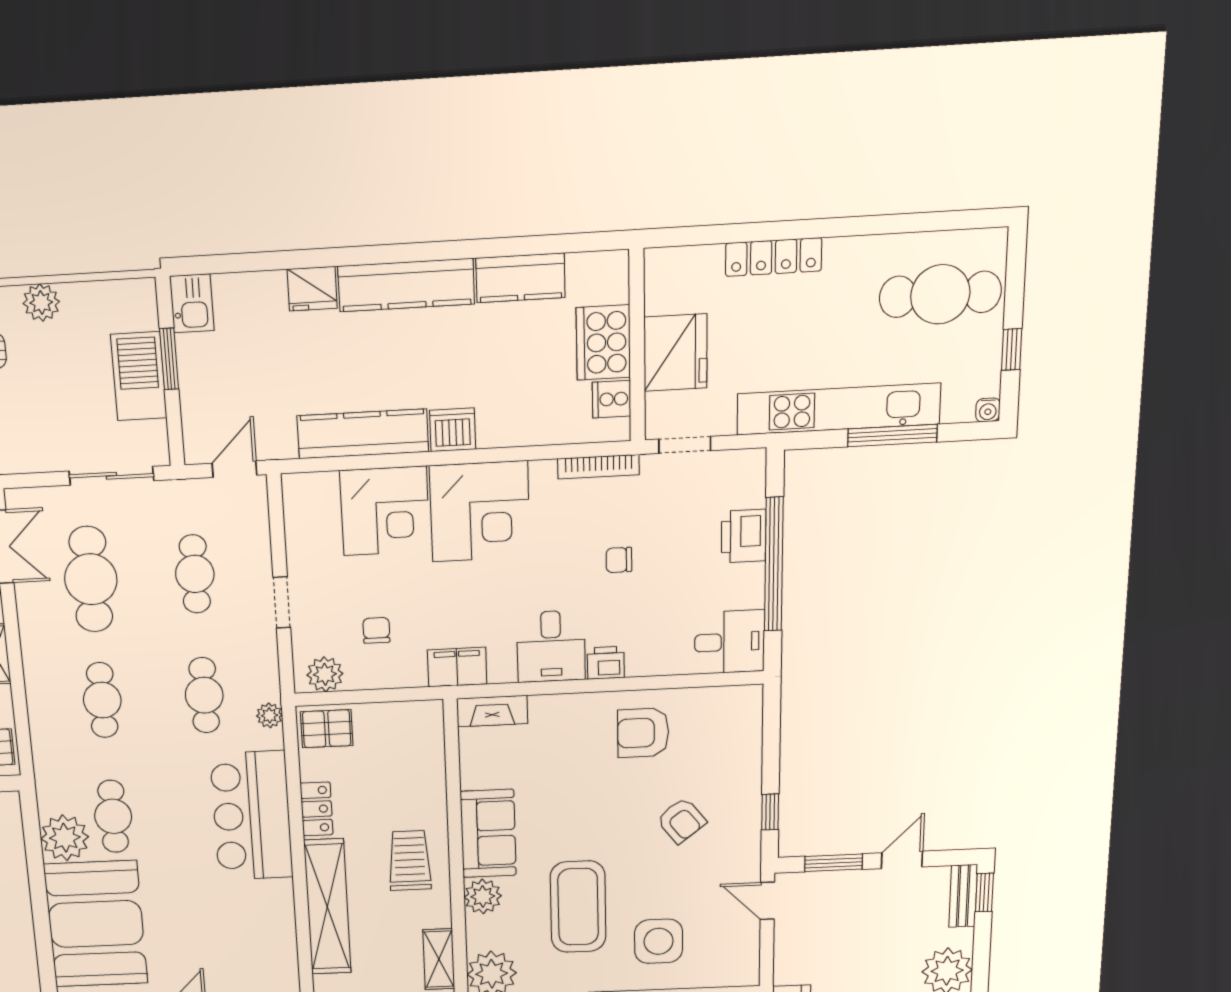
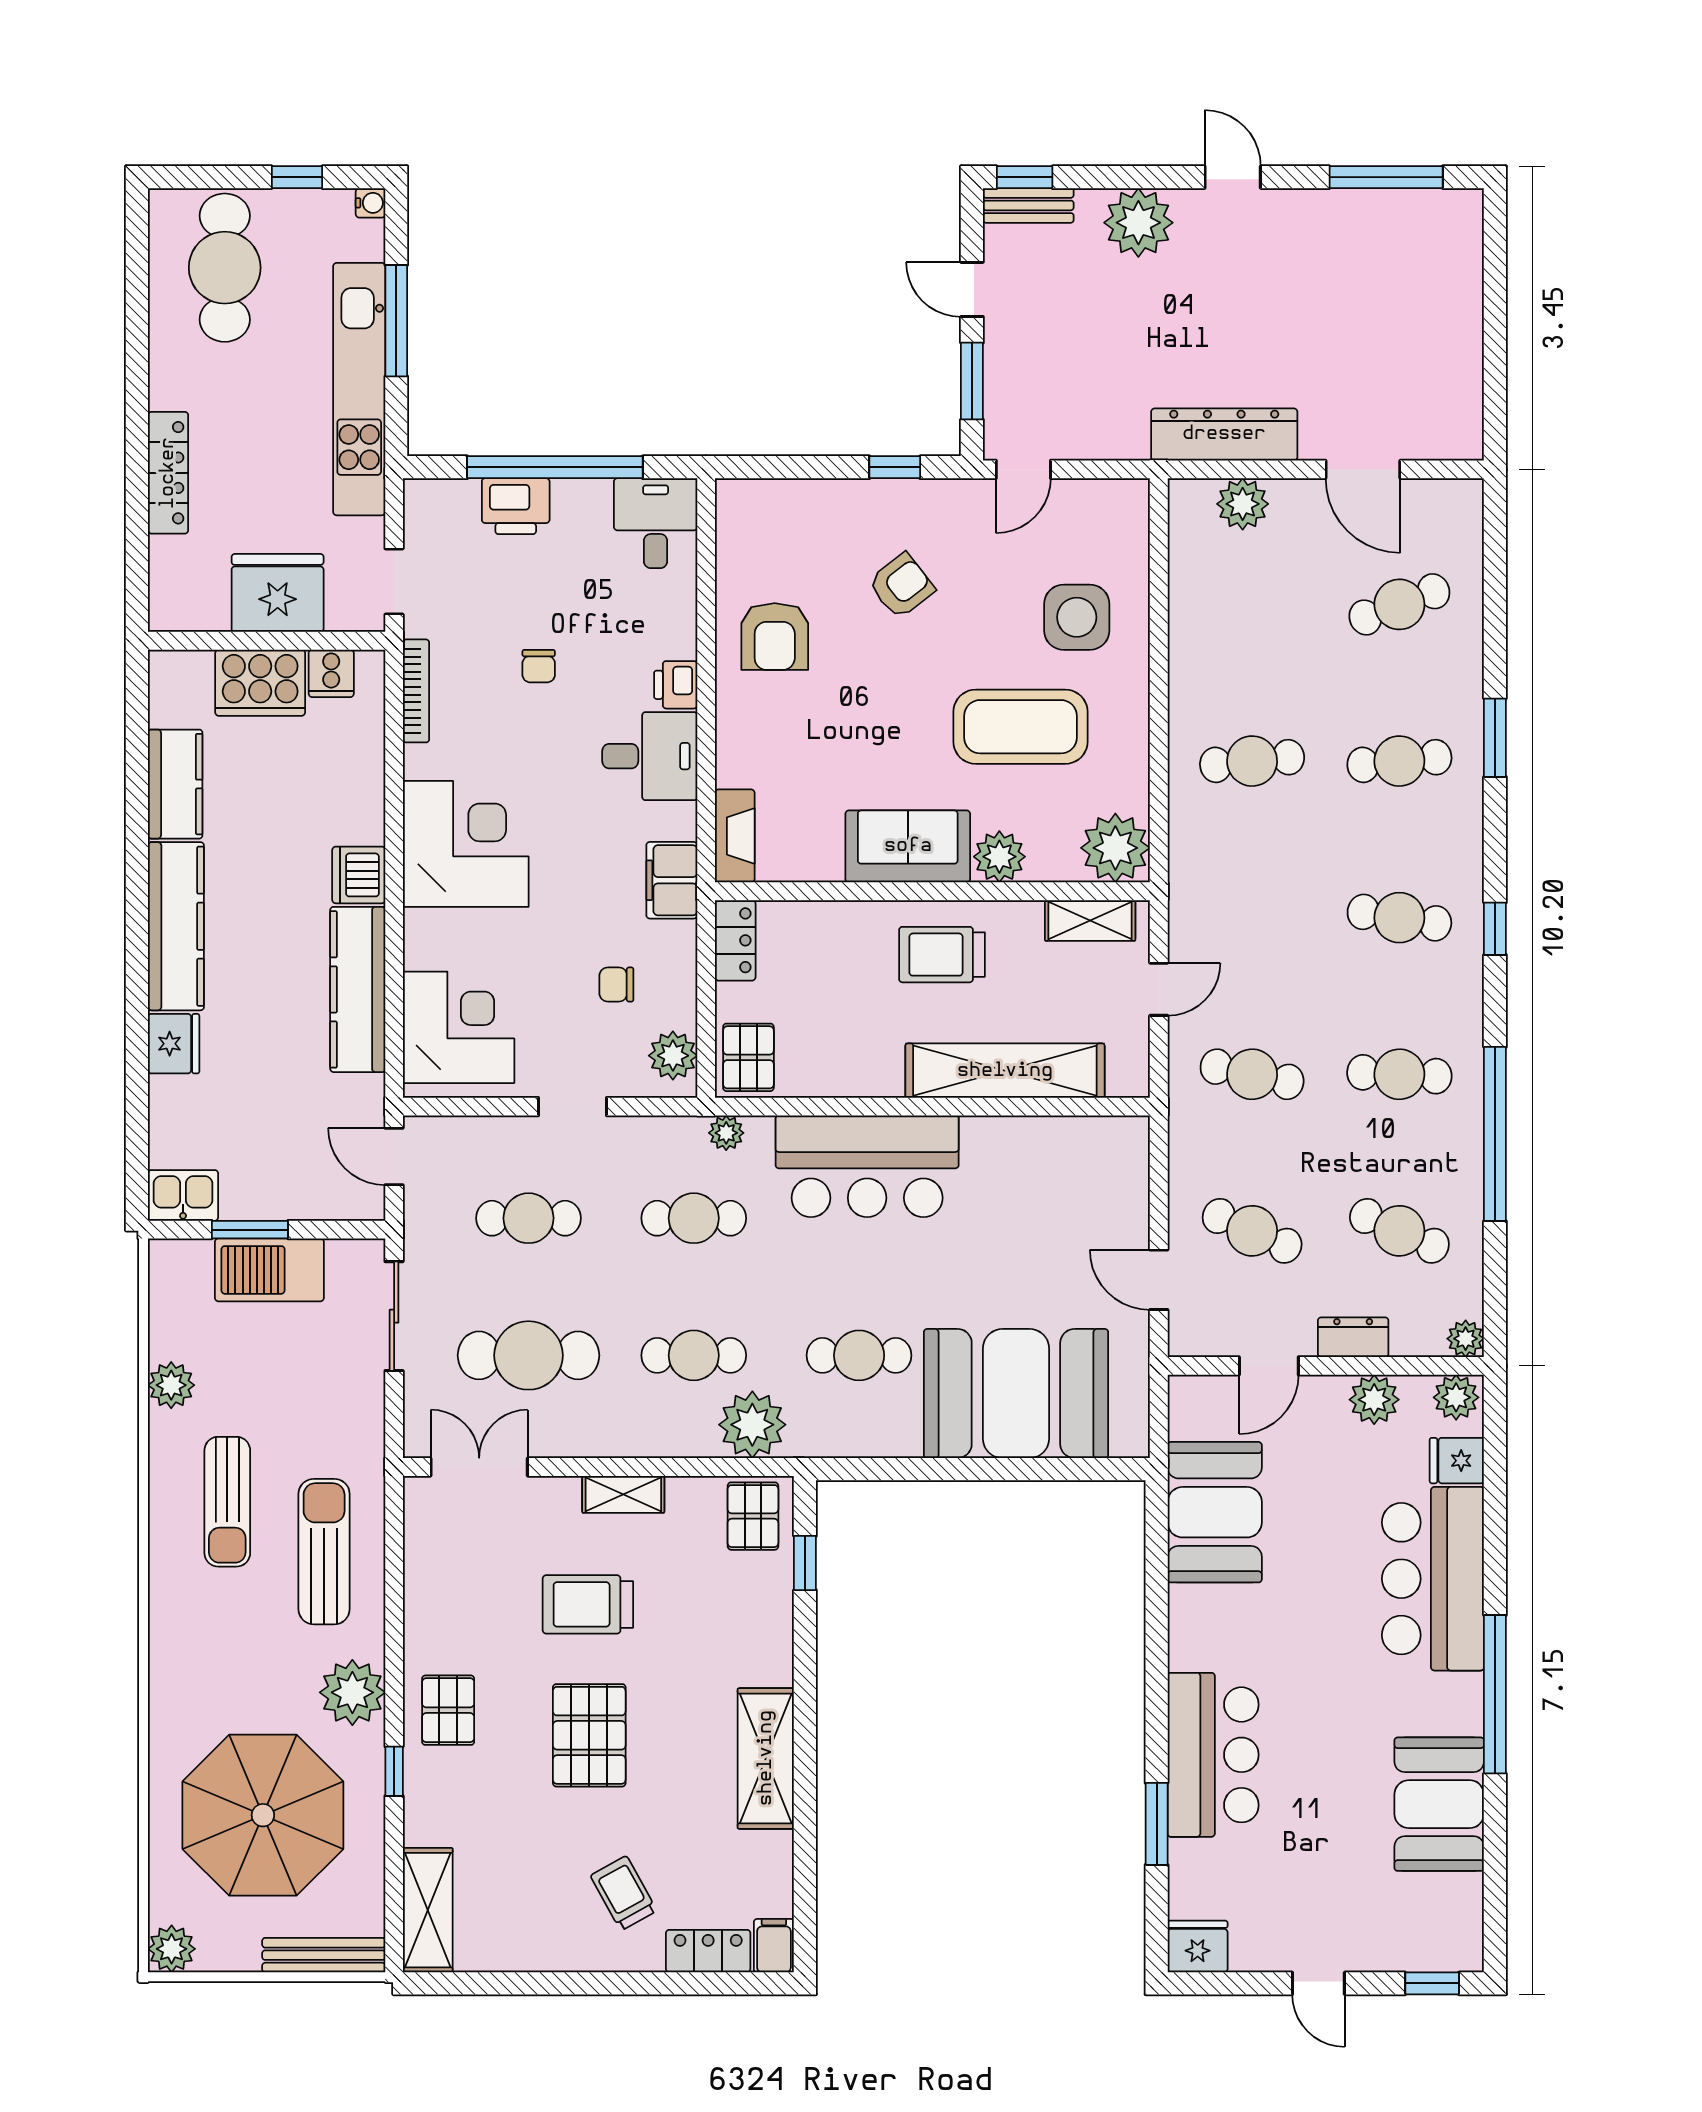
corner desk: (385, 511) -> (459, 1027), moved
locker: (317, 809) -> (735, 940), moved, turned 90
plant: (65, 838) -> (752, 1425), moved

